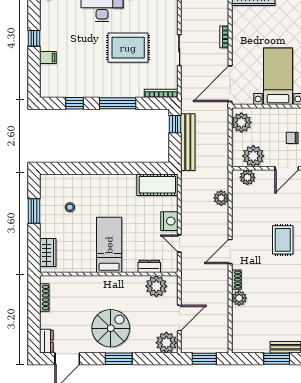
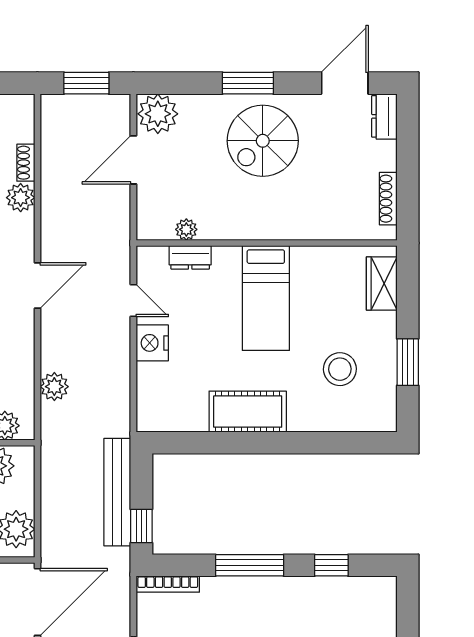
cot: (157, 185) -> (248, 412), moved
stool: (70, 207) -> (340, 369), width x1.89, depth x1.89
shoe rack: (236, 280) -> (26, 163), moved
plant: (156, 286) -> (186, 229), width x0.53, depth x0.53

